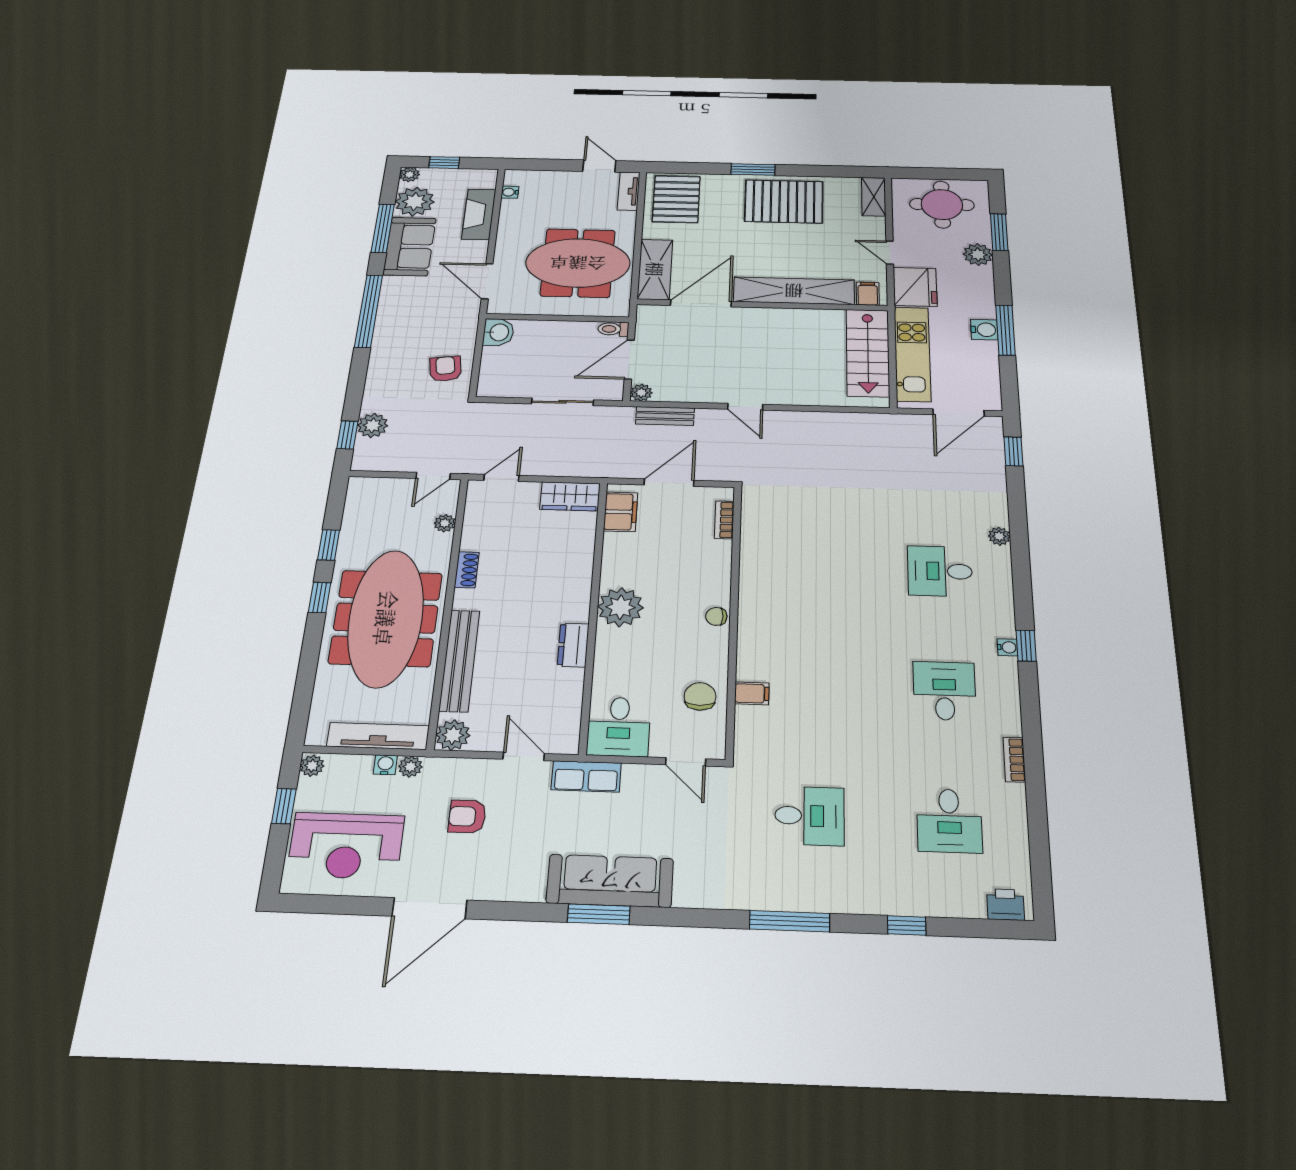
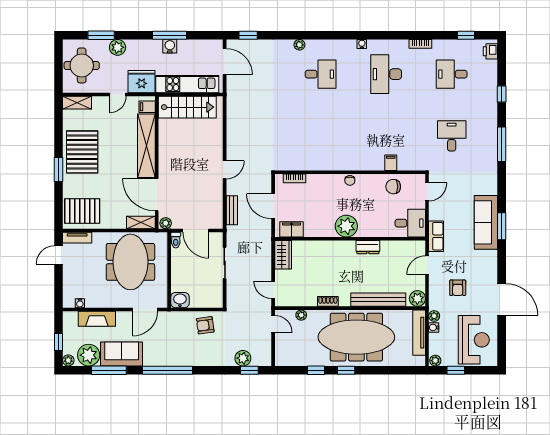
shelving: (655, 269) -> (141, 222), width x0.67, depth x0.75
plant: (641, 393) -> (166, 223), moved
desk: (940, 571) -> (321, 74), turned -90
window: (1026, 646) -> (466, 35), moved
desk: (944, 691) -> (386, 74), width x1.37
desk: (949, 821) -> (452, 74), turned 180

